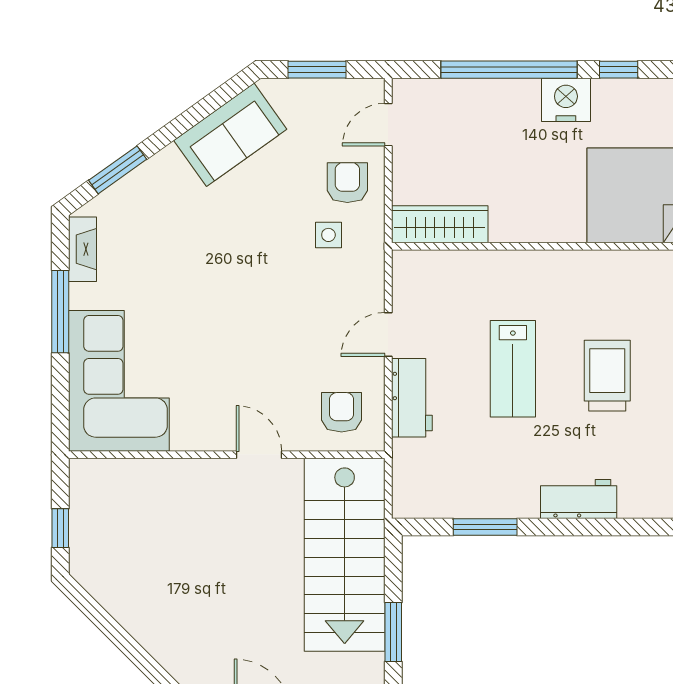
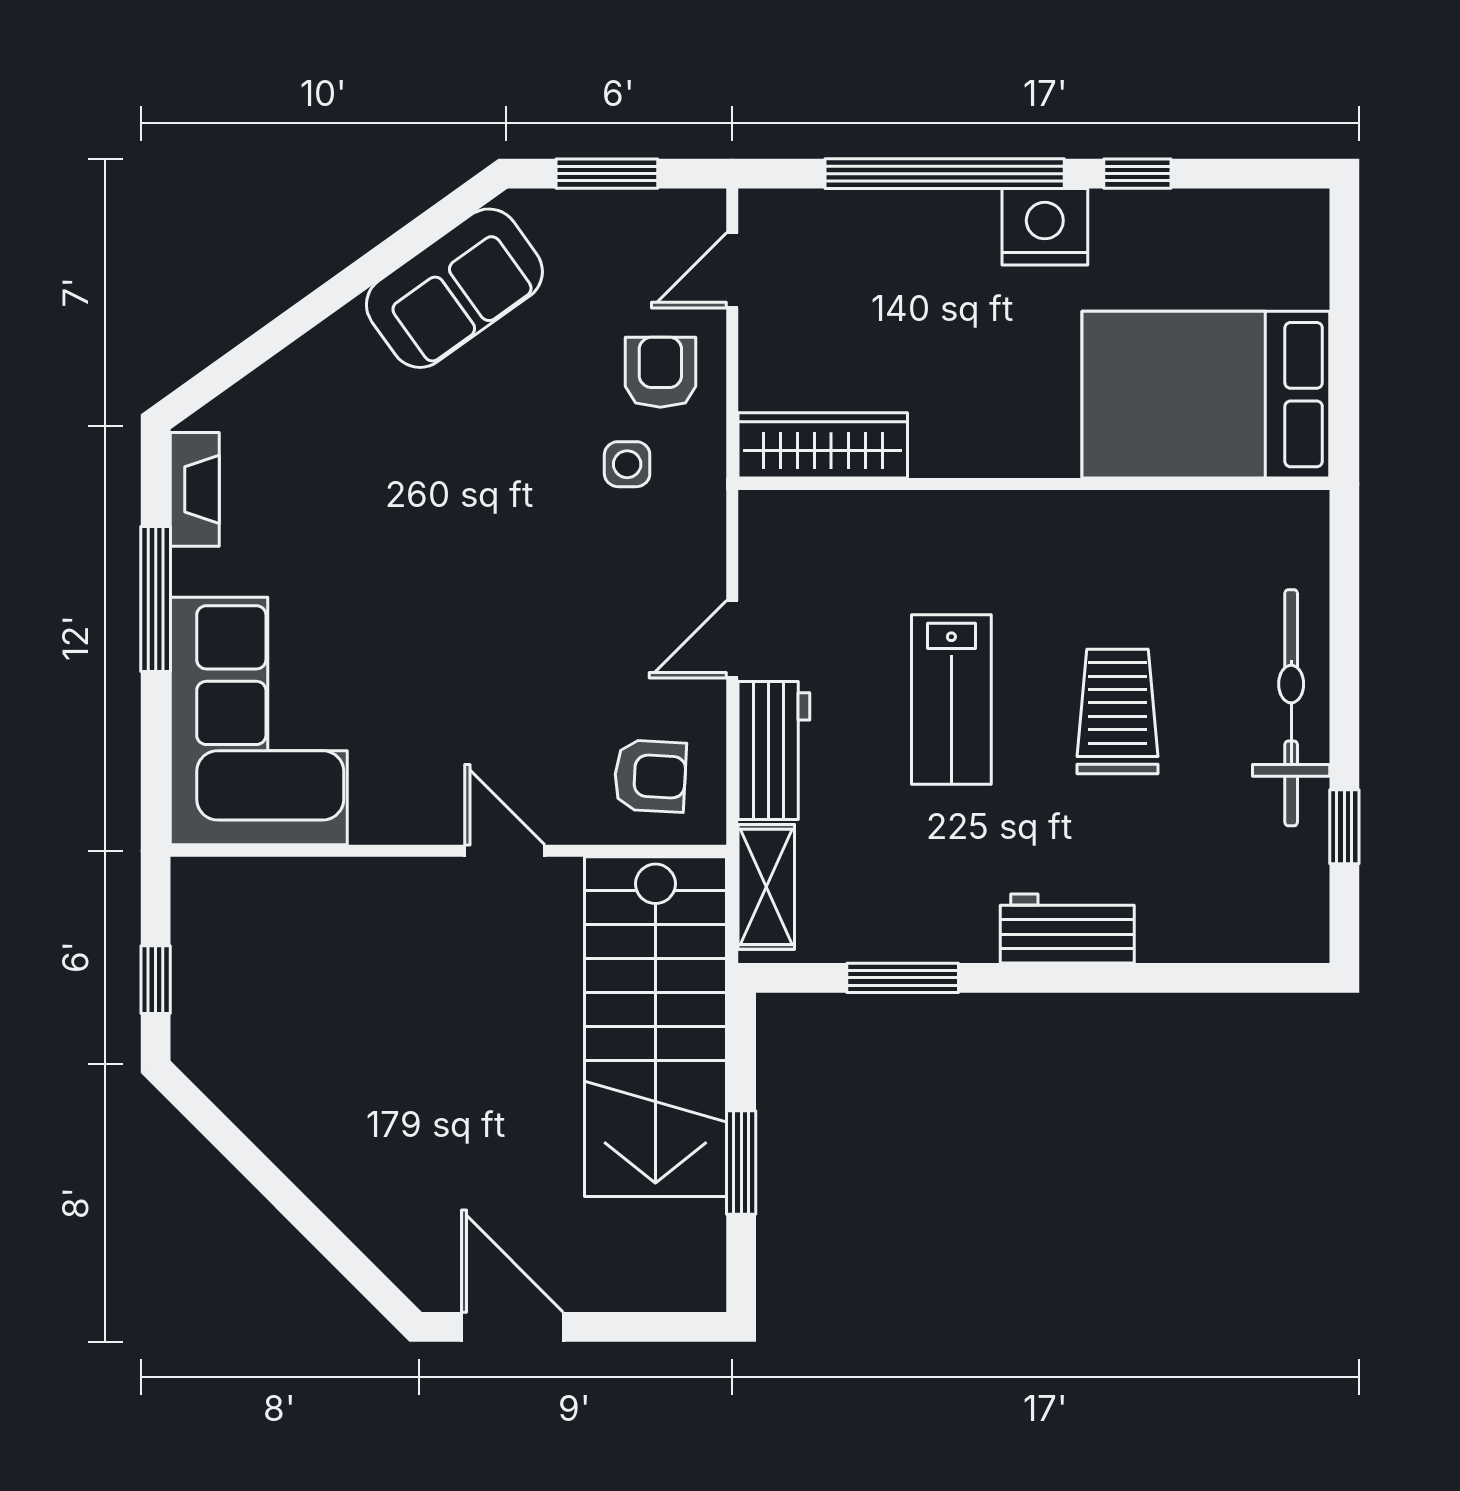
window: (118, 170) -> (257, 350), removed
armchair: (342, 412) -> (650, 776), turned 93
shelving: (408, 475) -> (766, 887), added

